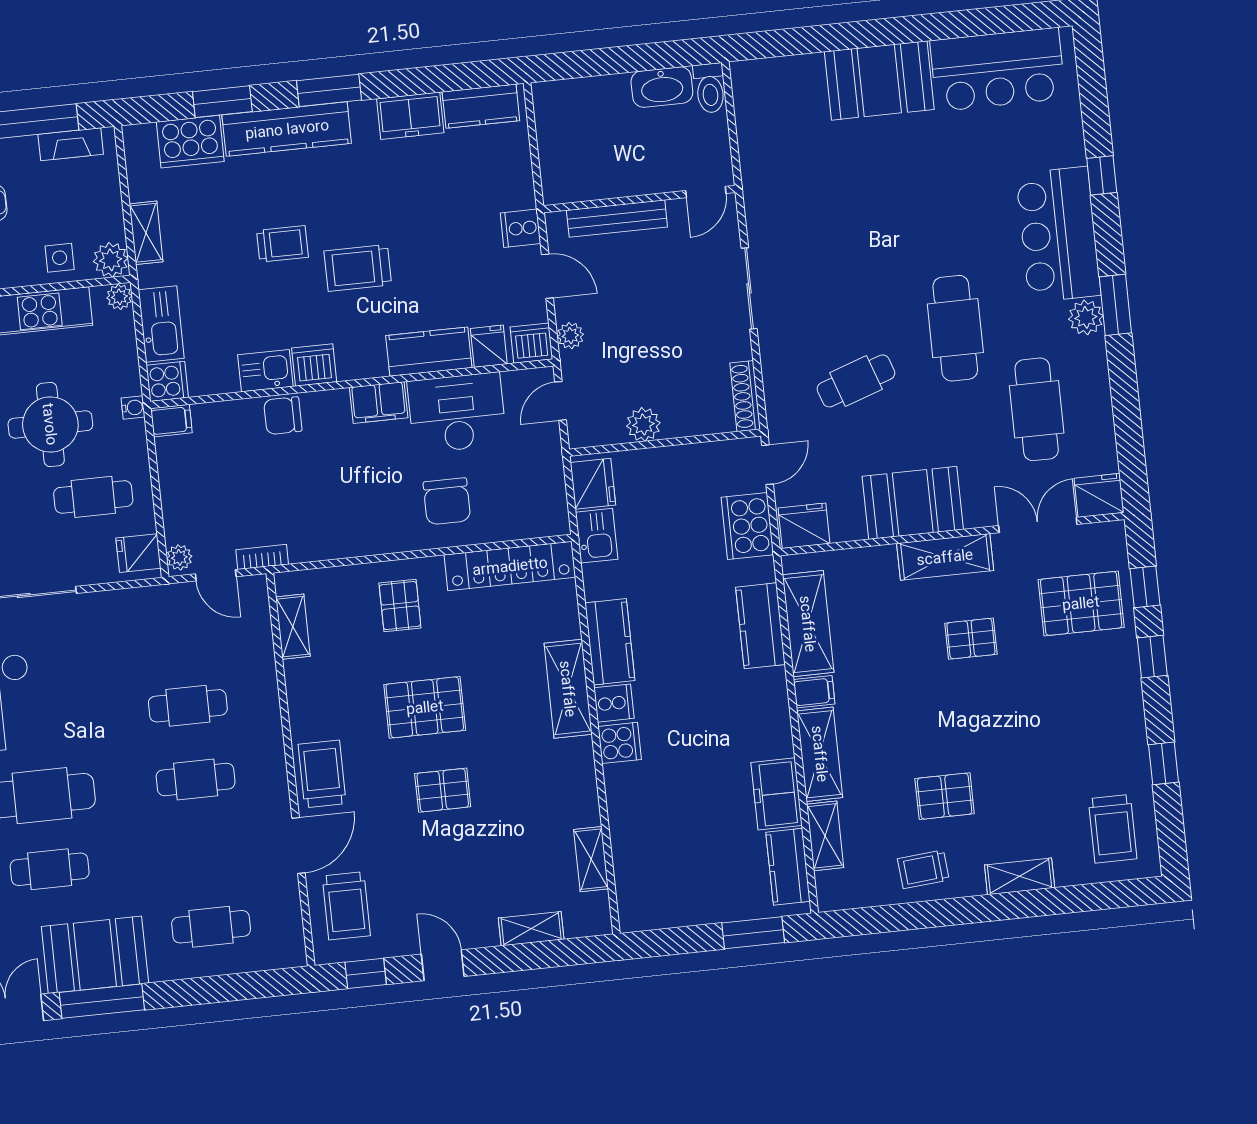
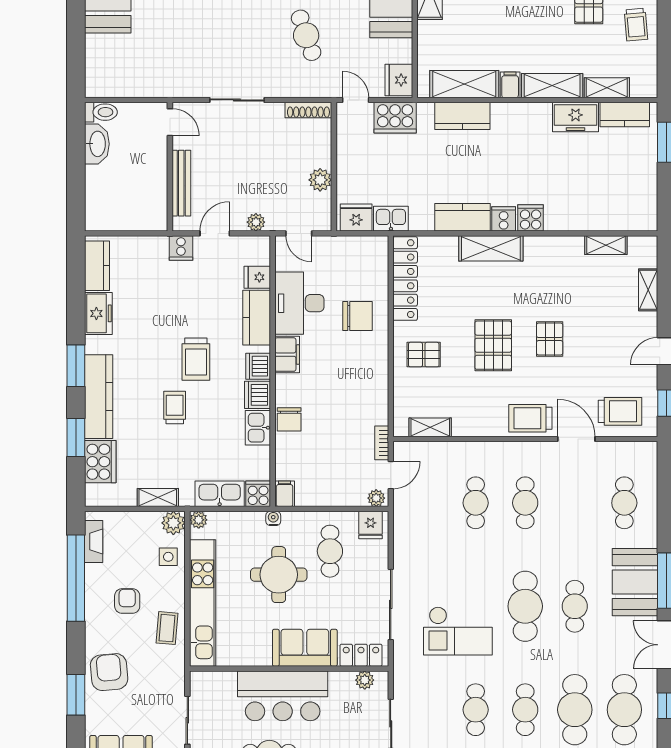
dishwasher: (531, 343) -> (258, 366), moved

